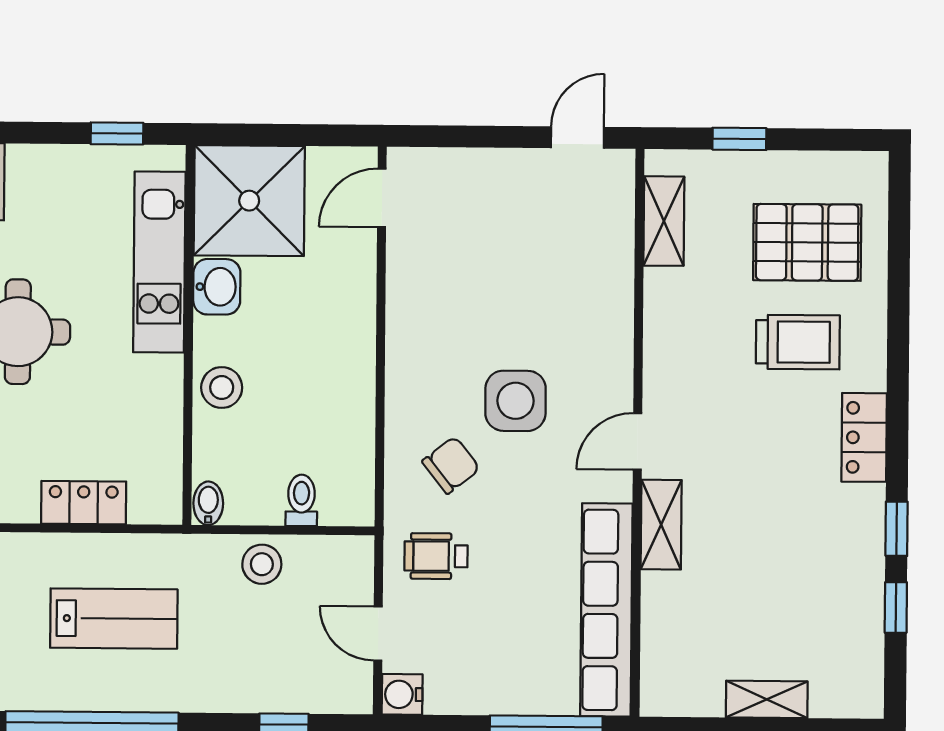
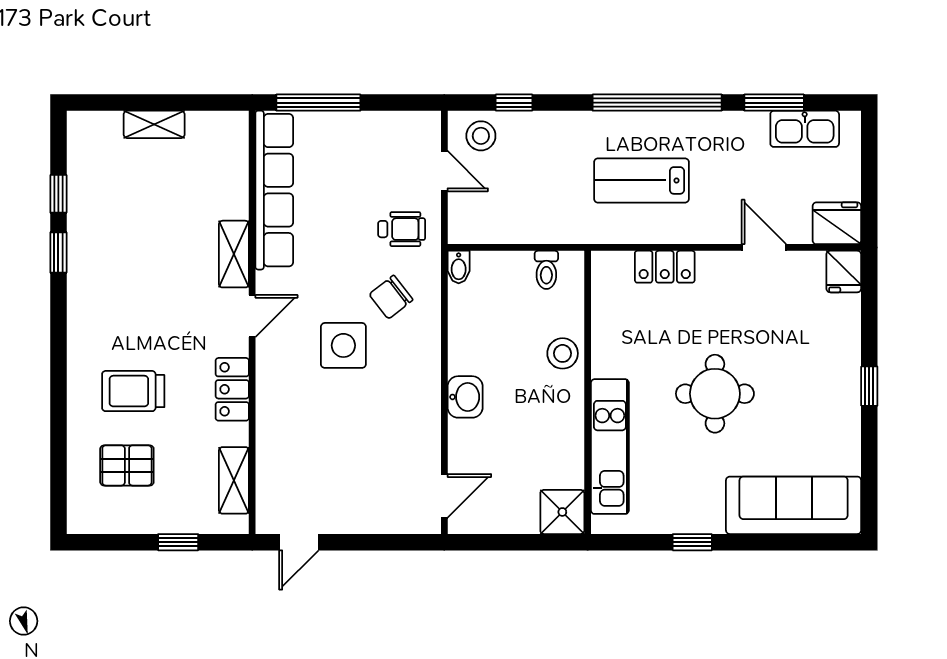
window: (117, 133) -> (692, 542), moved
shower: (249, 201) -> (562, 512), width x0.54, depth x0.54
pallet: (807, 242) -> (127, 465), width x0.67, depth x0.71
washbasin: (217, 287) -> (465, 397), moved, turned 180
locker: (864, 437) -> (232, 389), moved, turned 180
toilet: (301, 500) -> (546, 270), moved
bidet: (208, 503) -> (459, 267), moved
stool: (262, 564) -> (481, 136), moved
water cooler: (402, 694) -> (426, 126), removed

